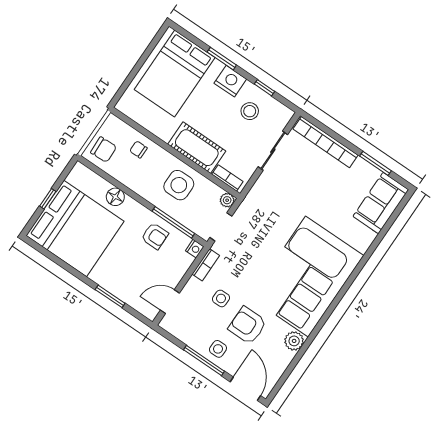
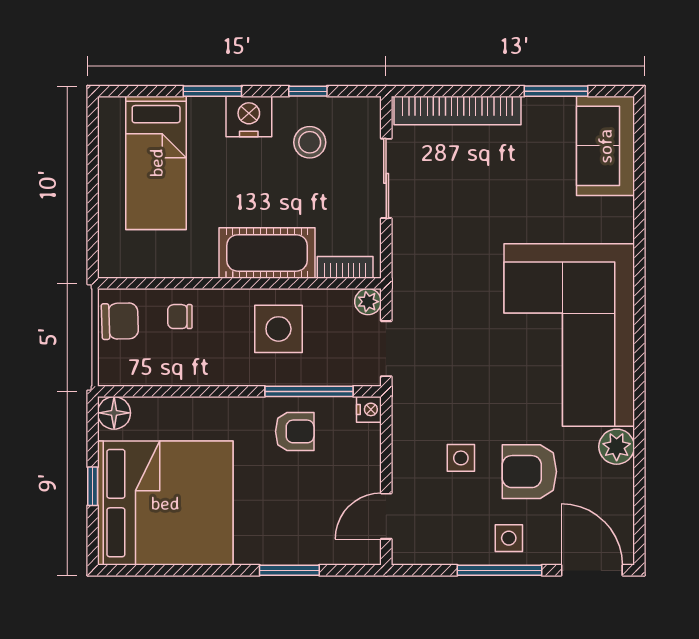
bed: (175, 74) -> (156, 163), width x0.67
chair: (104, 150) -> (120, 321), moved
floor lamp: (115, 197) -> (114, 413), moved
bookcase: (206, 265) -> (403, 422), removed

